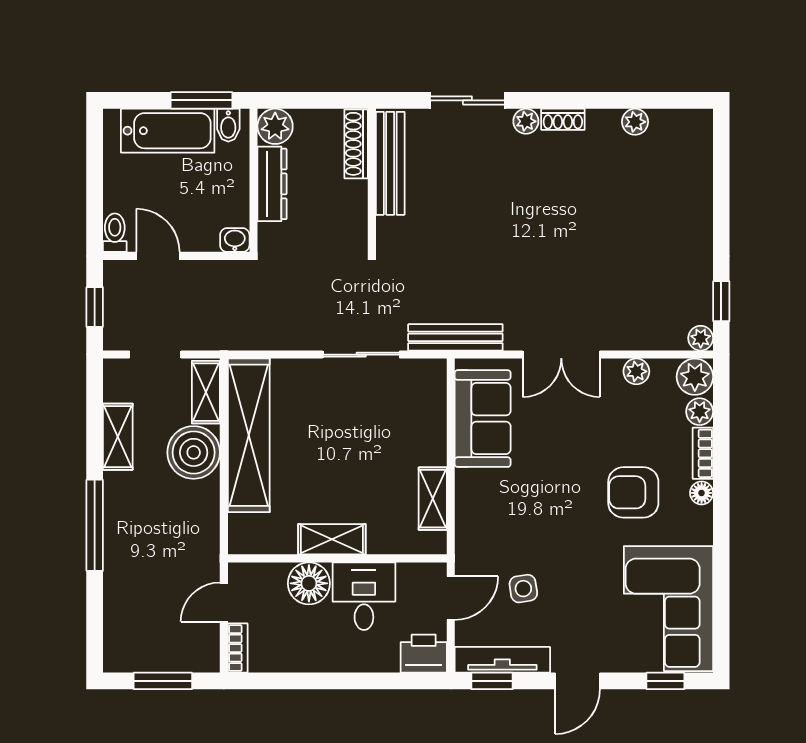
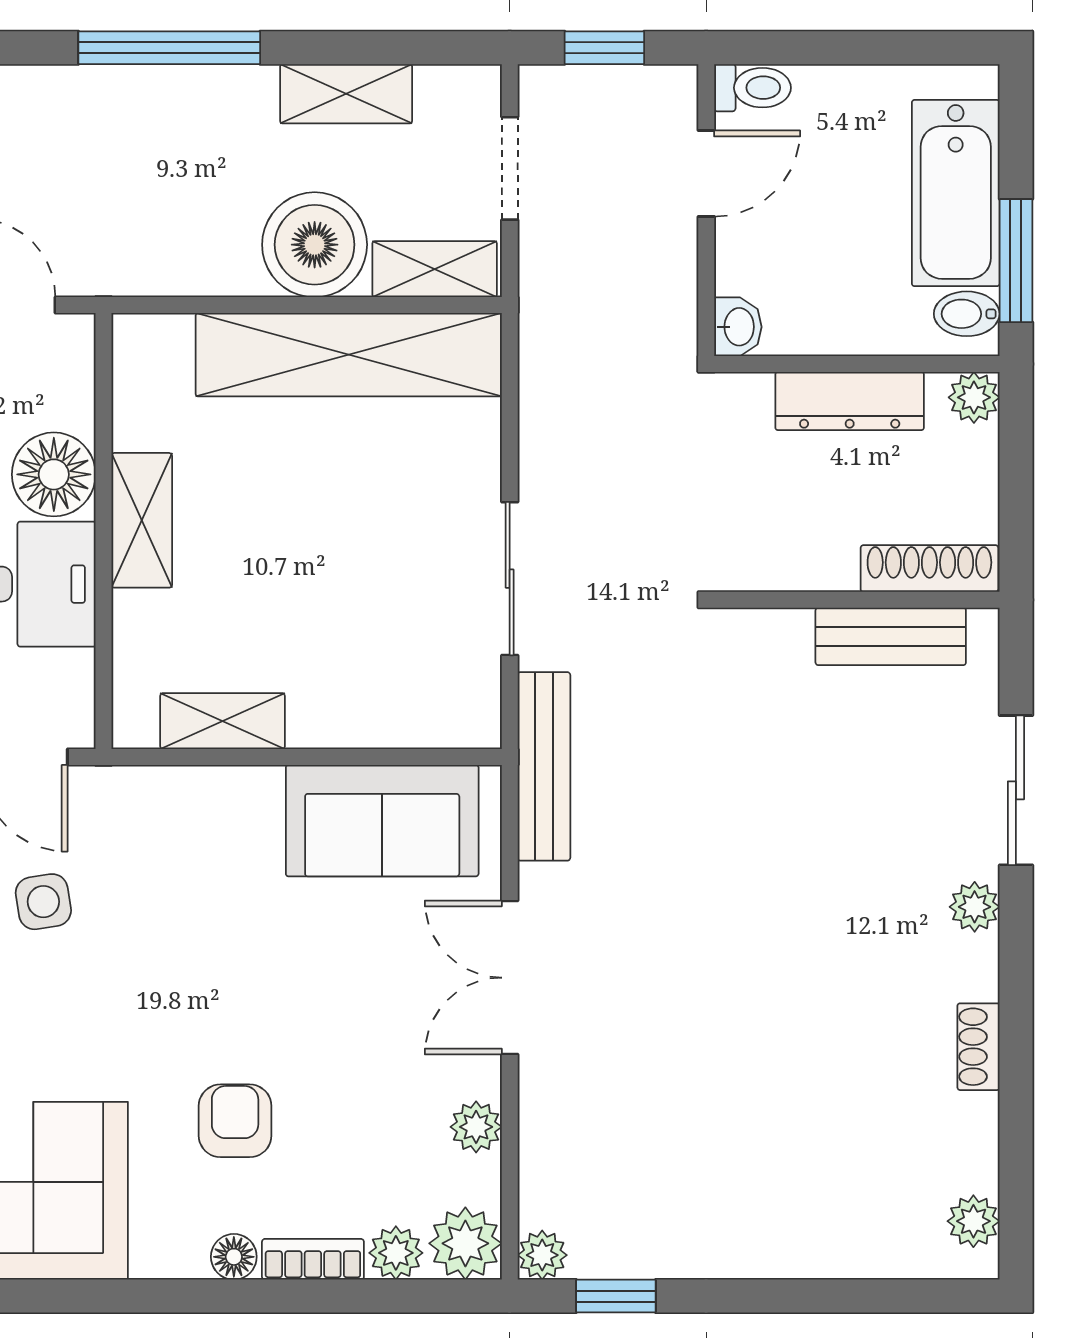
shoe rack: (563, 119) -> (978, 1047), moved
plant: (635, 122) -> (973, 1221), moved
plant: (275, 126) -> (974, 397), width x0.73, depth x0.73
bench: (390, 163) -> (891, 636), width x0.73
armchair: (633, 492) -> (235, 1121), width x0.72, depth x0.72

